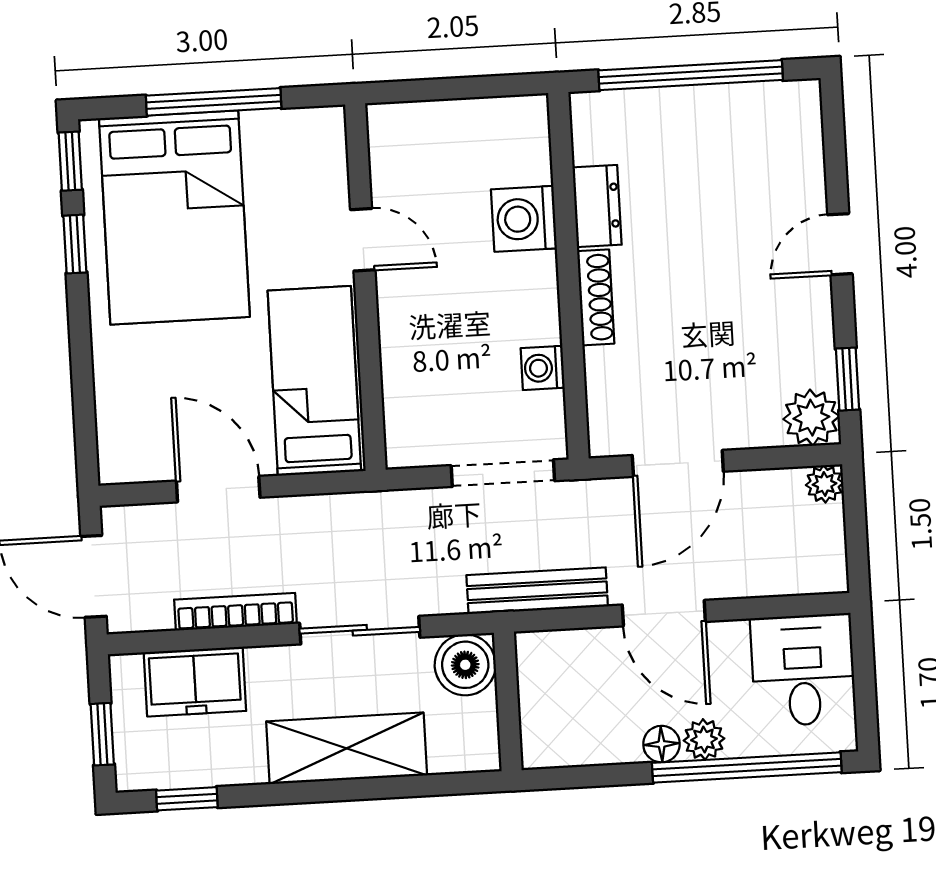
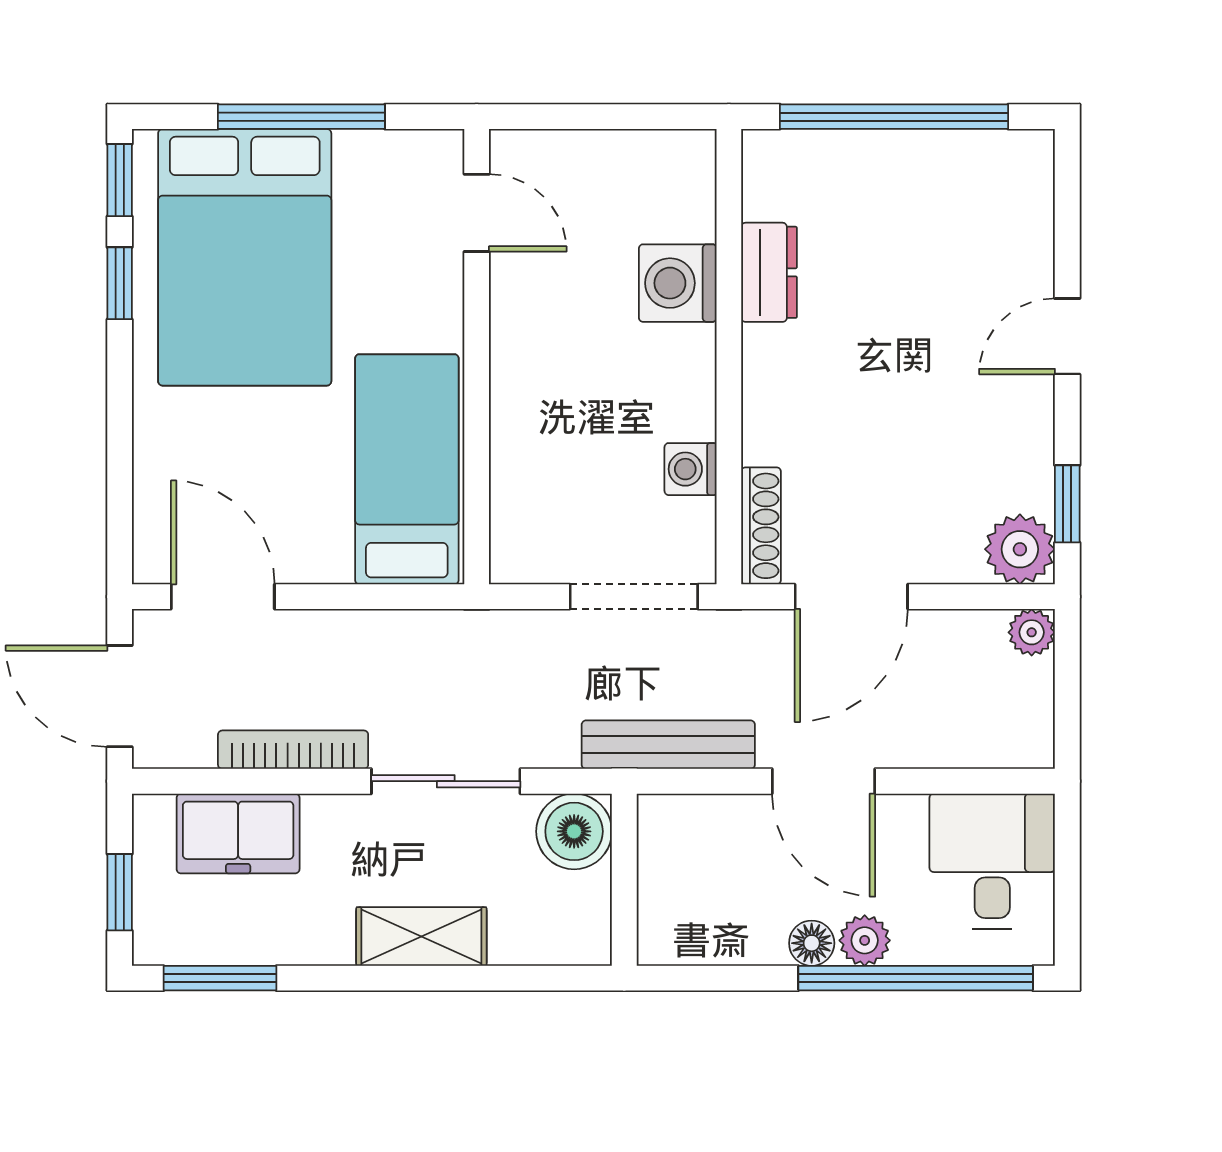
door: (363, 240) -> (477, 213), moved
shoe rack: (596, 297) -> (761, 526), moved
door: (218, 489) -> (223, 597), moved
shelving: (347, 748) -> (421, 936), width x0.67, depth x0.75
window: (187, 799) -> (220, 978), width x1.50

